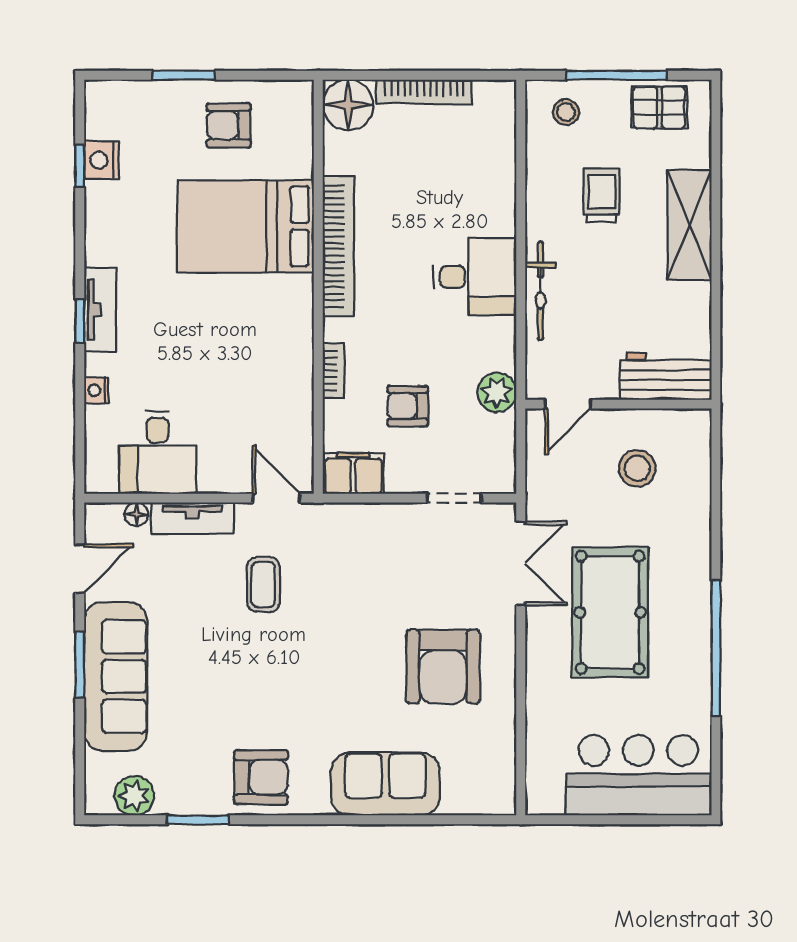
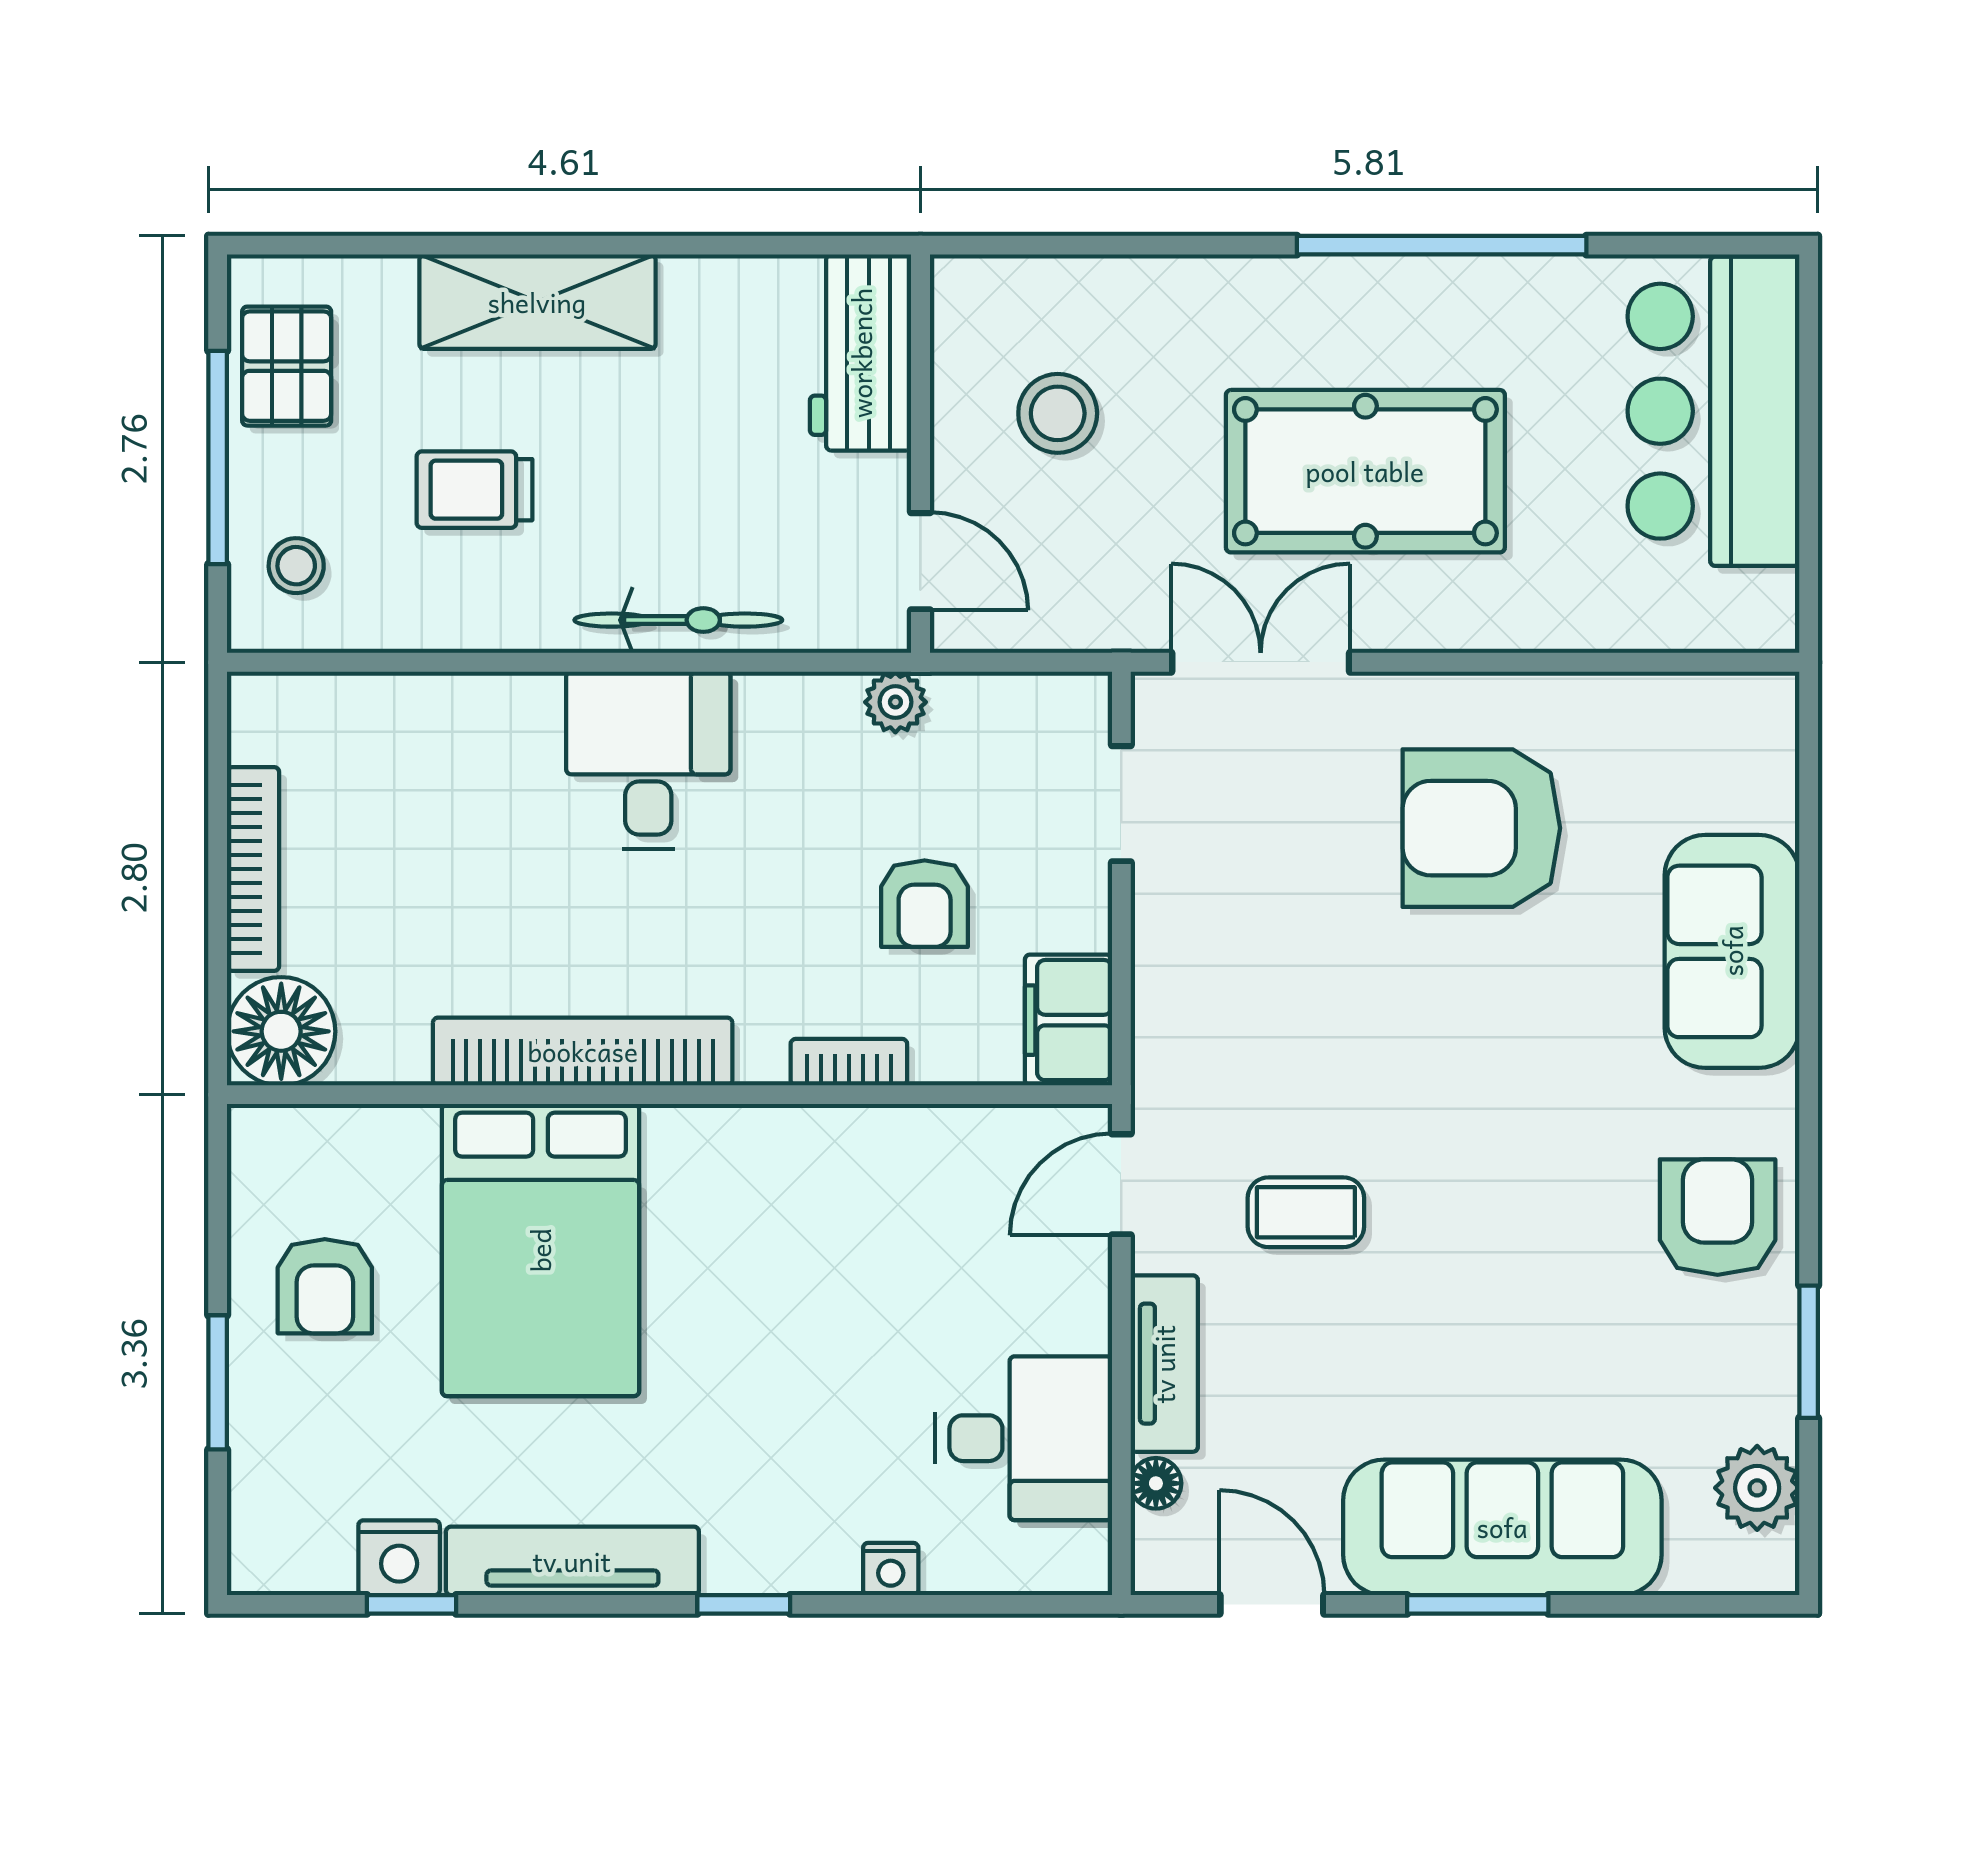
tv unit: (100, 310) -> (572, 1561), moved, width x1.41
plant: (497, 392) -> (895, 702), width x0.73, depth x0.73
armchair: (443, 667) -> (1481, 828), turned 180

